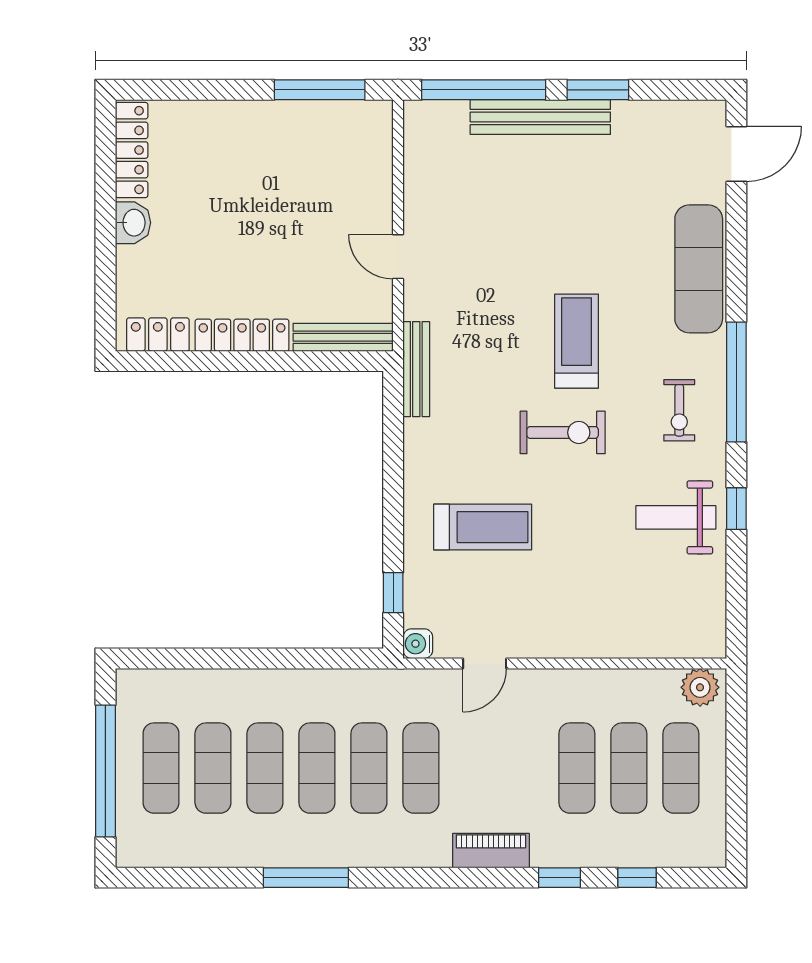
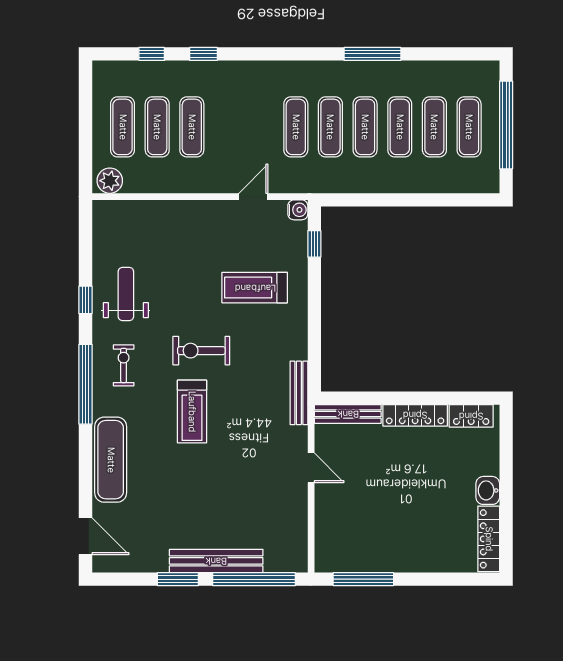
door: (736, 154) -> (86, 536), swing flipped
weight bench: (676, 517) -> (126, 294), turned -90
piano: (491, 851) -> (249, 72), removed

